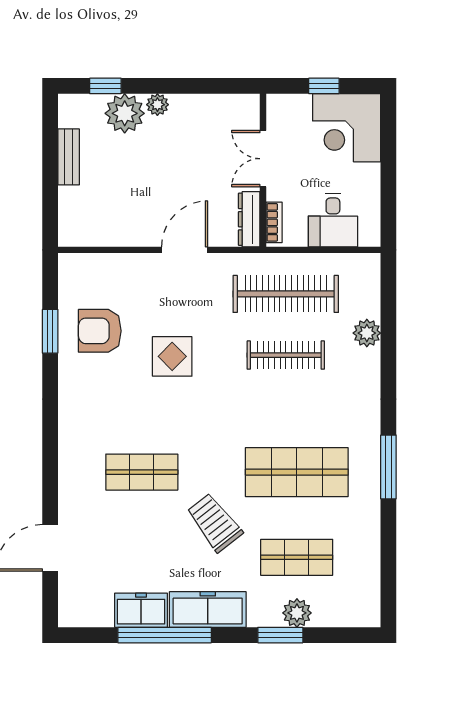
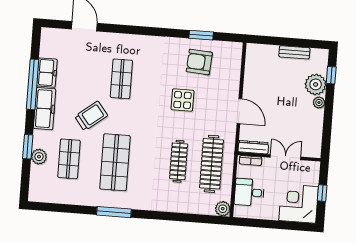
armchair: (100, 331) -> (199, 62), turned -86
plant: (367, 333) -> (223, 209), moved

